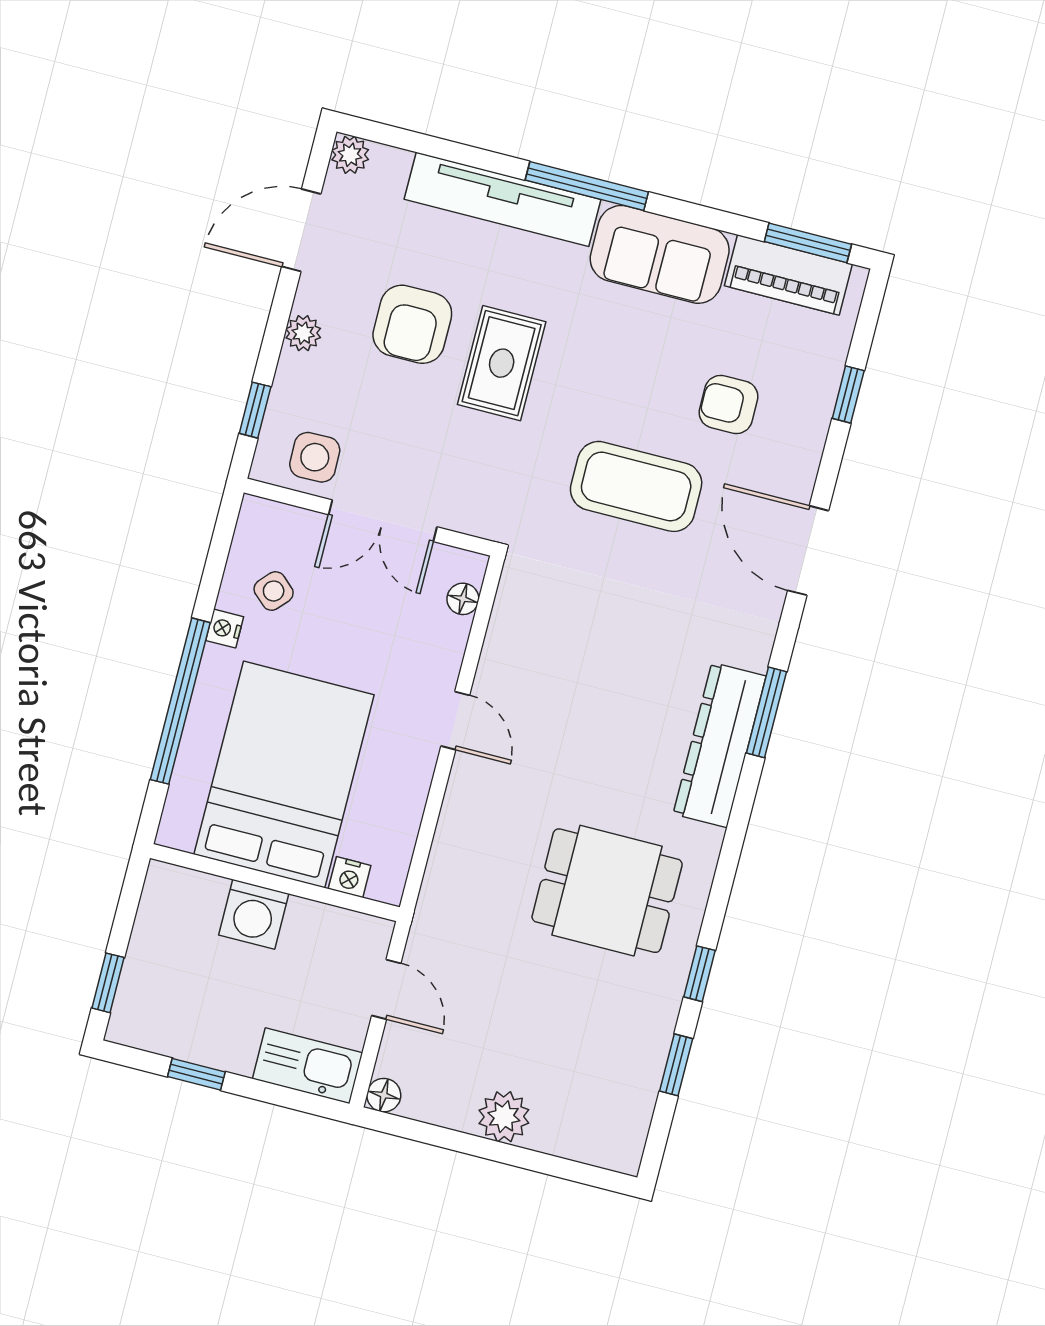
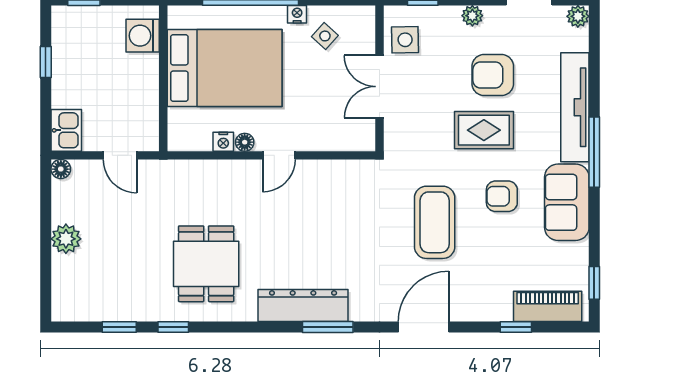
window: (808, 243) -> (594, 283), width x0.67
piano: (788, 275) -> (548, 306), moved, turned 90
armchair: (729, 405) -> (502, 196), moved, turned -90
floor lamp: (463, 599) -> (245, 142), moved
nightstand: (350, 877) -> (223, 142), moved, turned -90
washing machine: (254, 914) -> (143, 36), moved
door: (386, 989) -> (120, 155), hinge flipped
kitchen sink: (308, 1066) -> (66, 130), width x0.73

